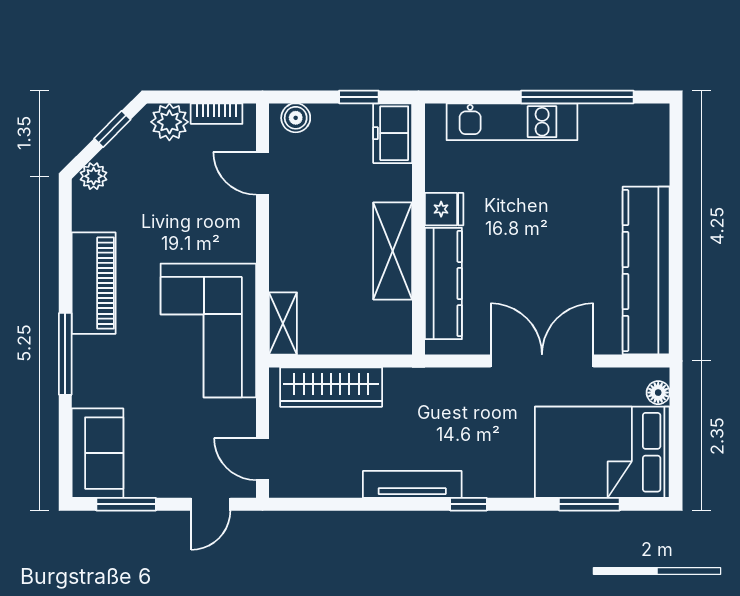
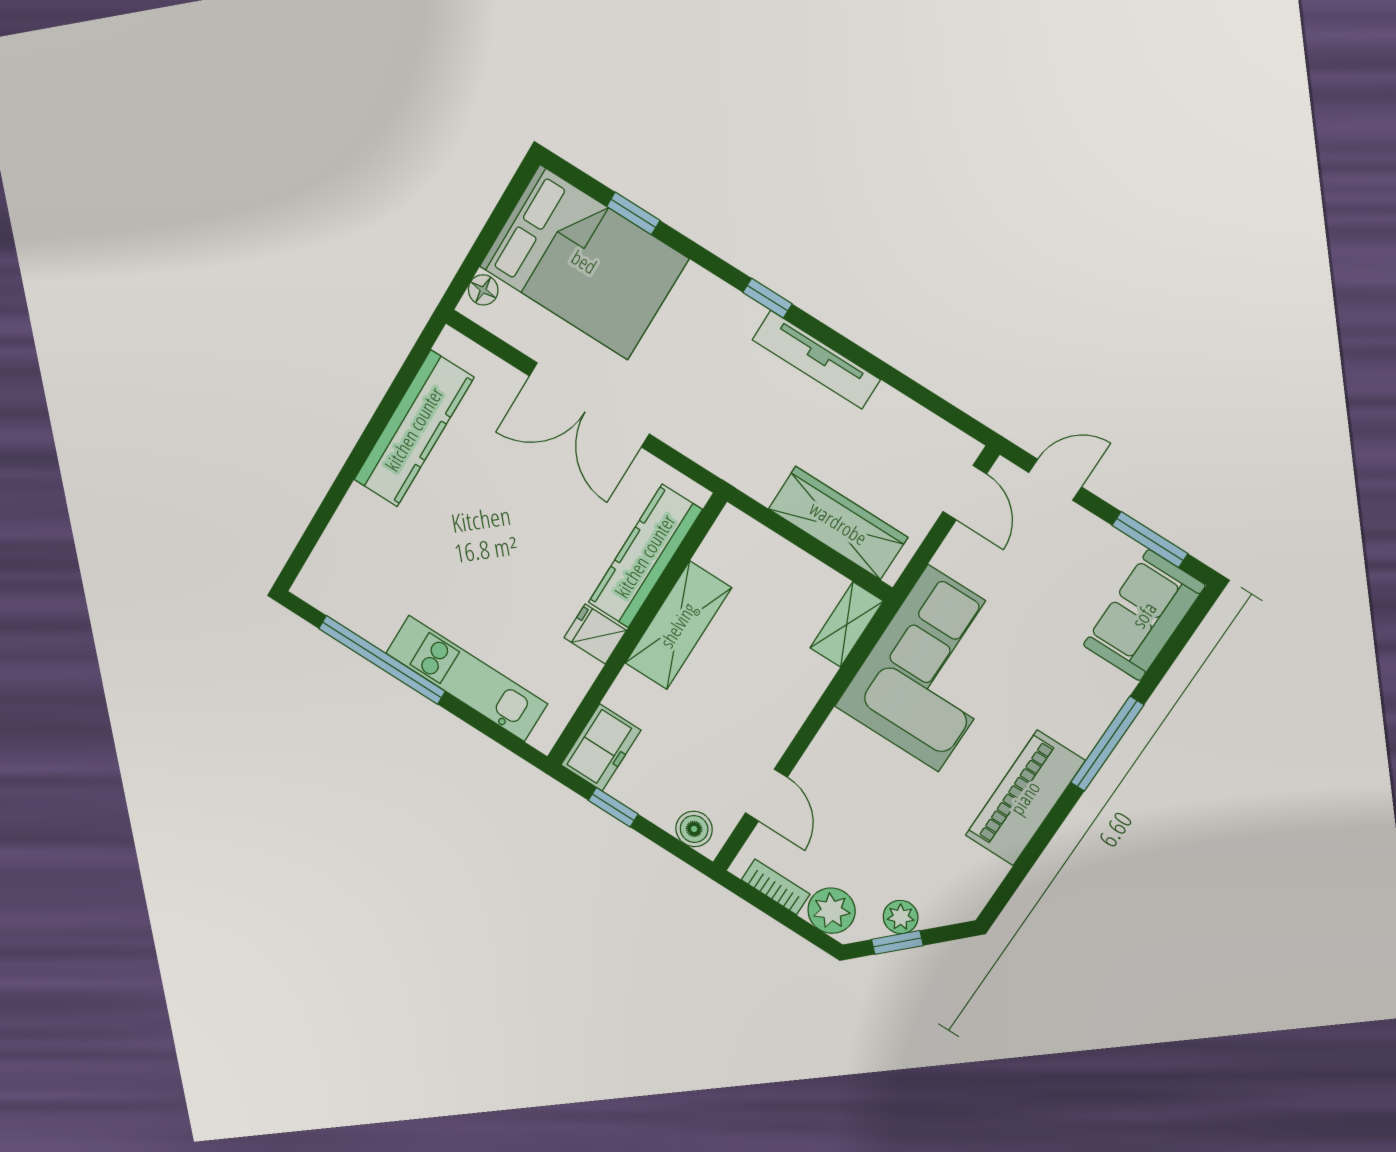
plant: (94, 176) -> (901, 917), moved
kitchen counter: (646, 270) -> (414, 429), width x0.72, depth x0.86
window: (589, 504) -> (633, 213), width x0.67

